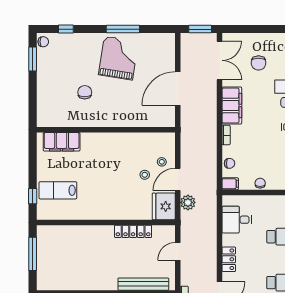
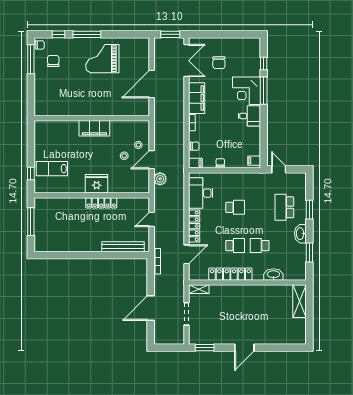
window: (123, 29) -> (87, 34), moved
grand piano: (118, 58) -> (102, 59), turned -99
window: (33, 59) -> (31, 59), width x1.44
chair: (85, 92) -> (53, 61), moved
filing cabinet: (62, 142) -> (94, 128), moved
fridge: (164, 206) -> (97, 184), moved, turned 90
desk: (237, 220) -> (201, 193), width x1.37
locker: (133, 231) -> (101, 203), moved
locker: (229, 259) -> (194, 226), width x1.53

